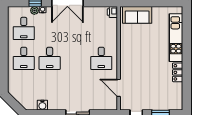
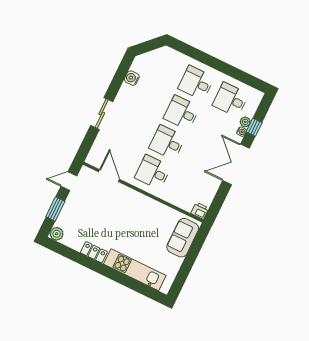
desk: (75, 58) -> (167, 142), added
door: (119, 88) -> (109, 176), hinge flipped
plant: (177, 105) -> (57, 234), added

